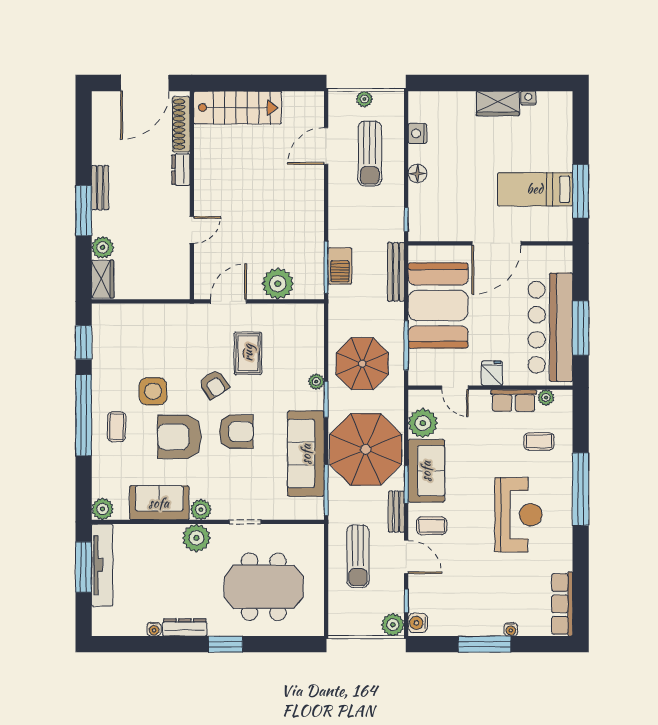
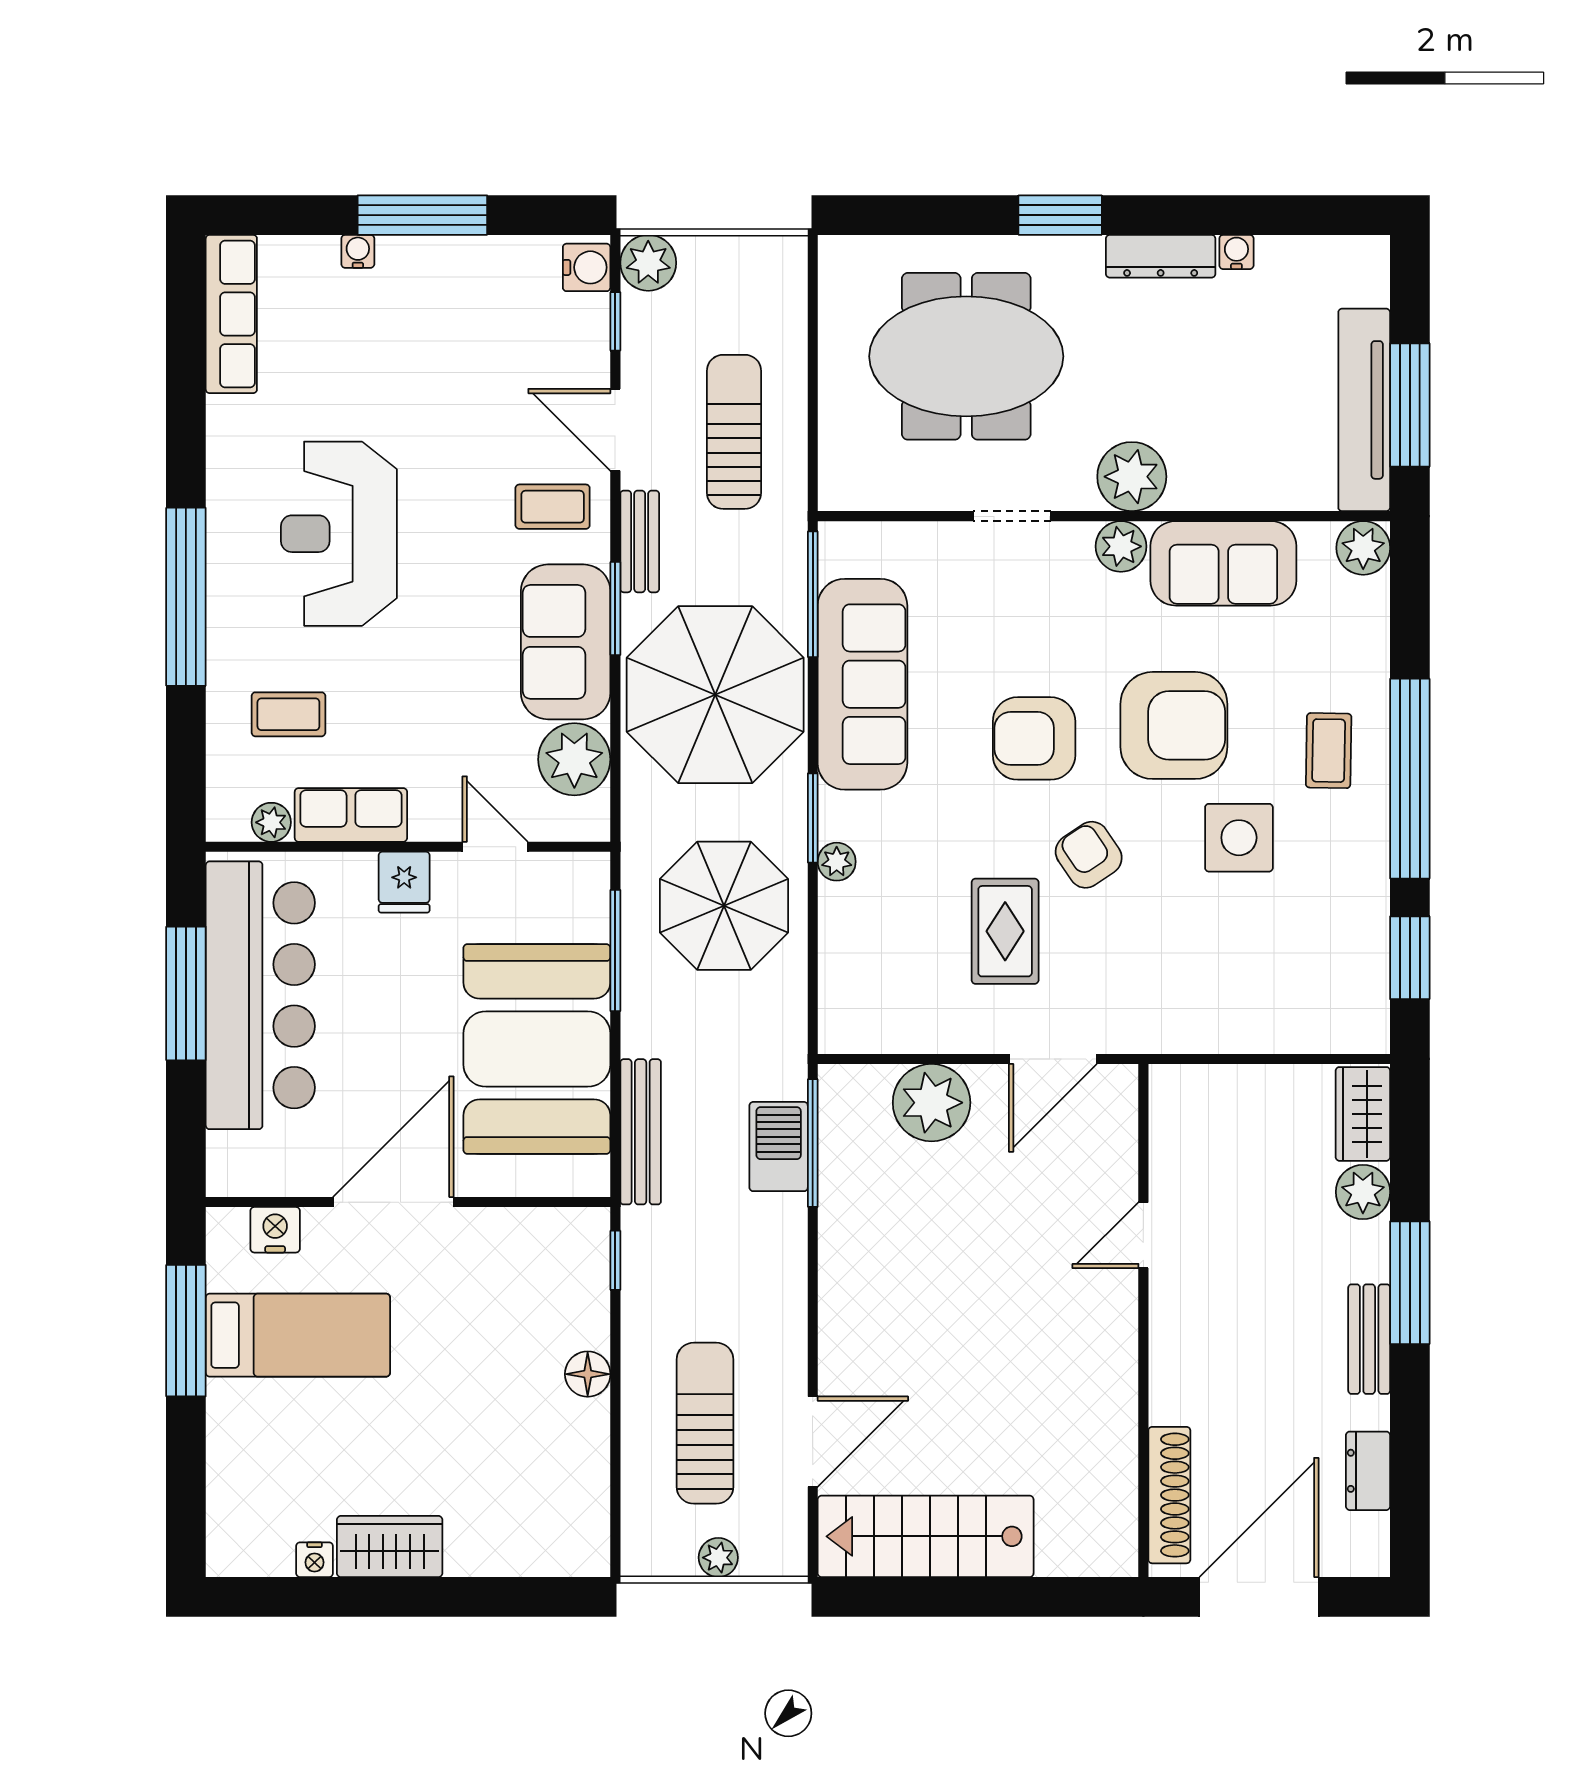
stairs: (238, 108) -> (926, 1536), moved
nightstand: (417, 134) -> (275, 1230), moved, turned -90
dresser: (181, 170) -> (1368, 1471), moved, turned 180

